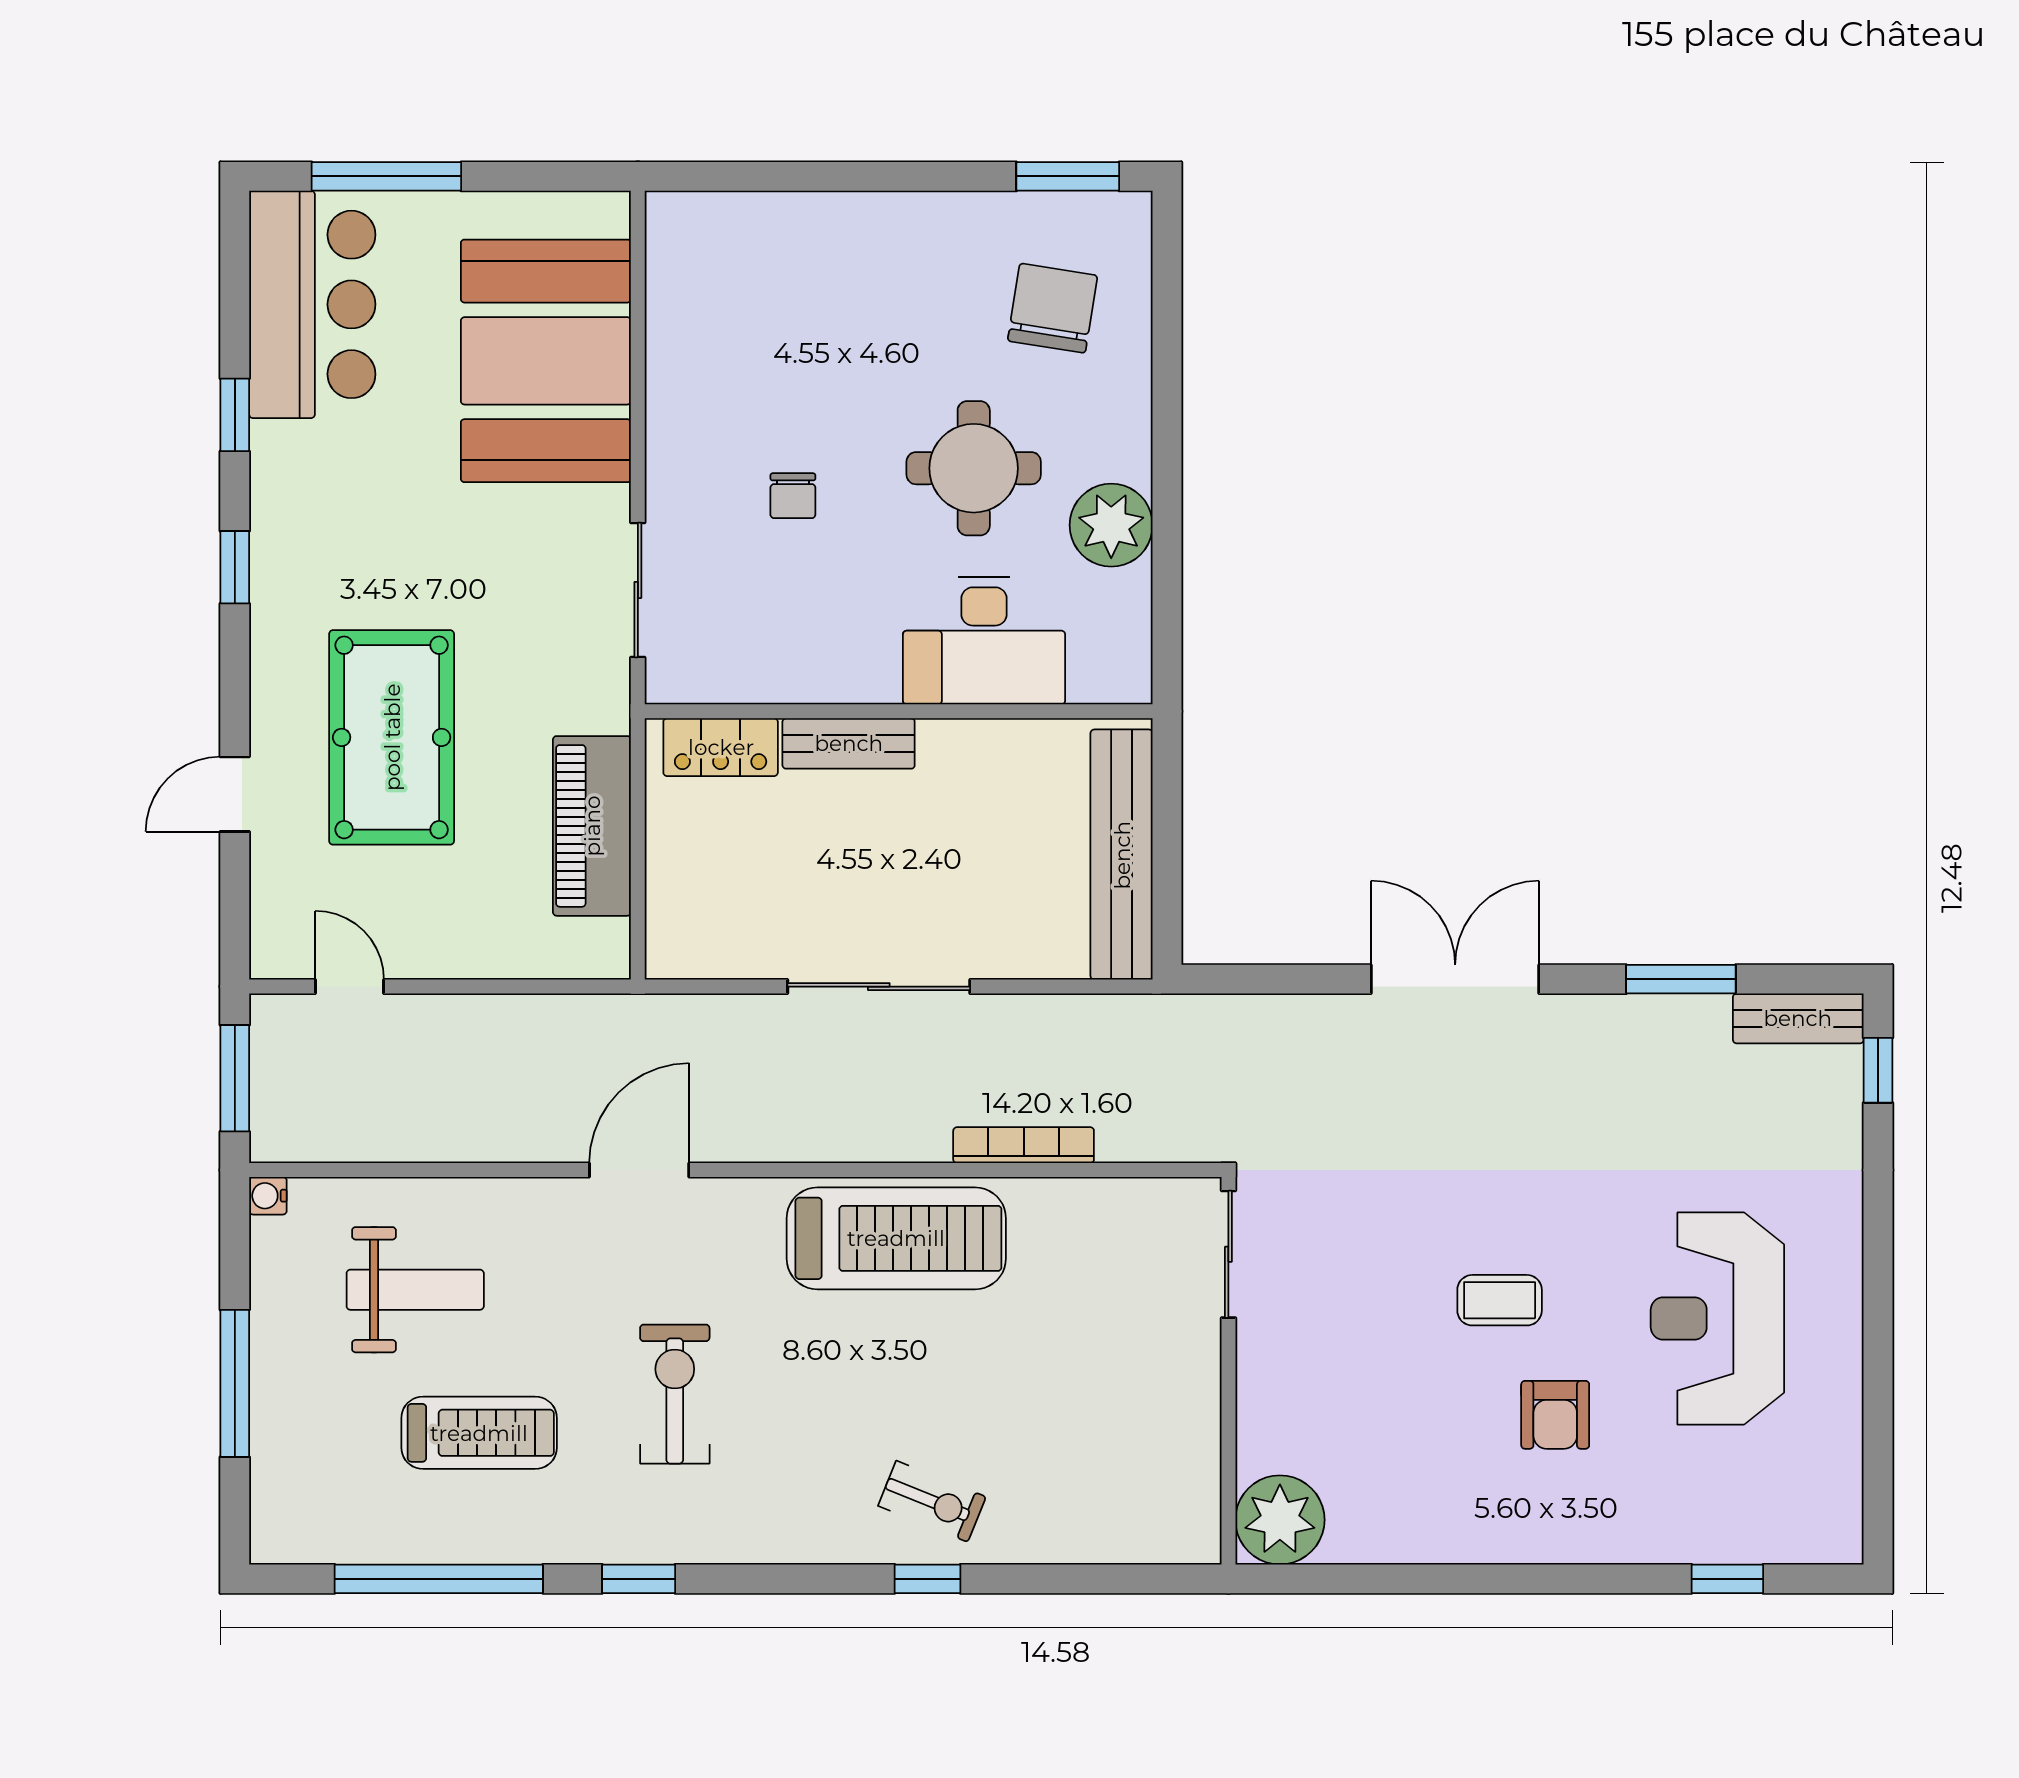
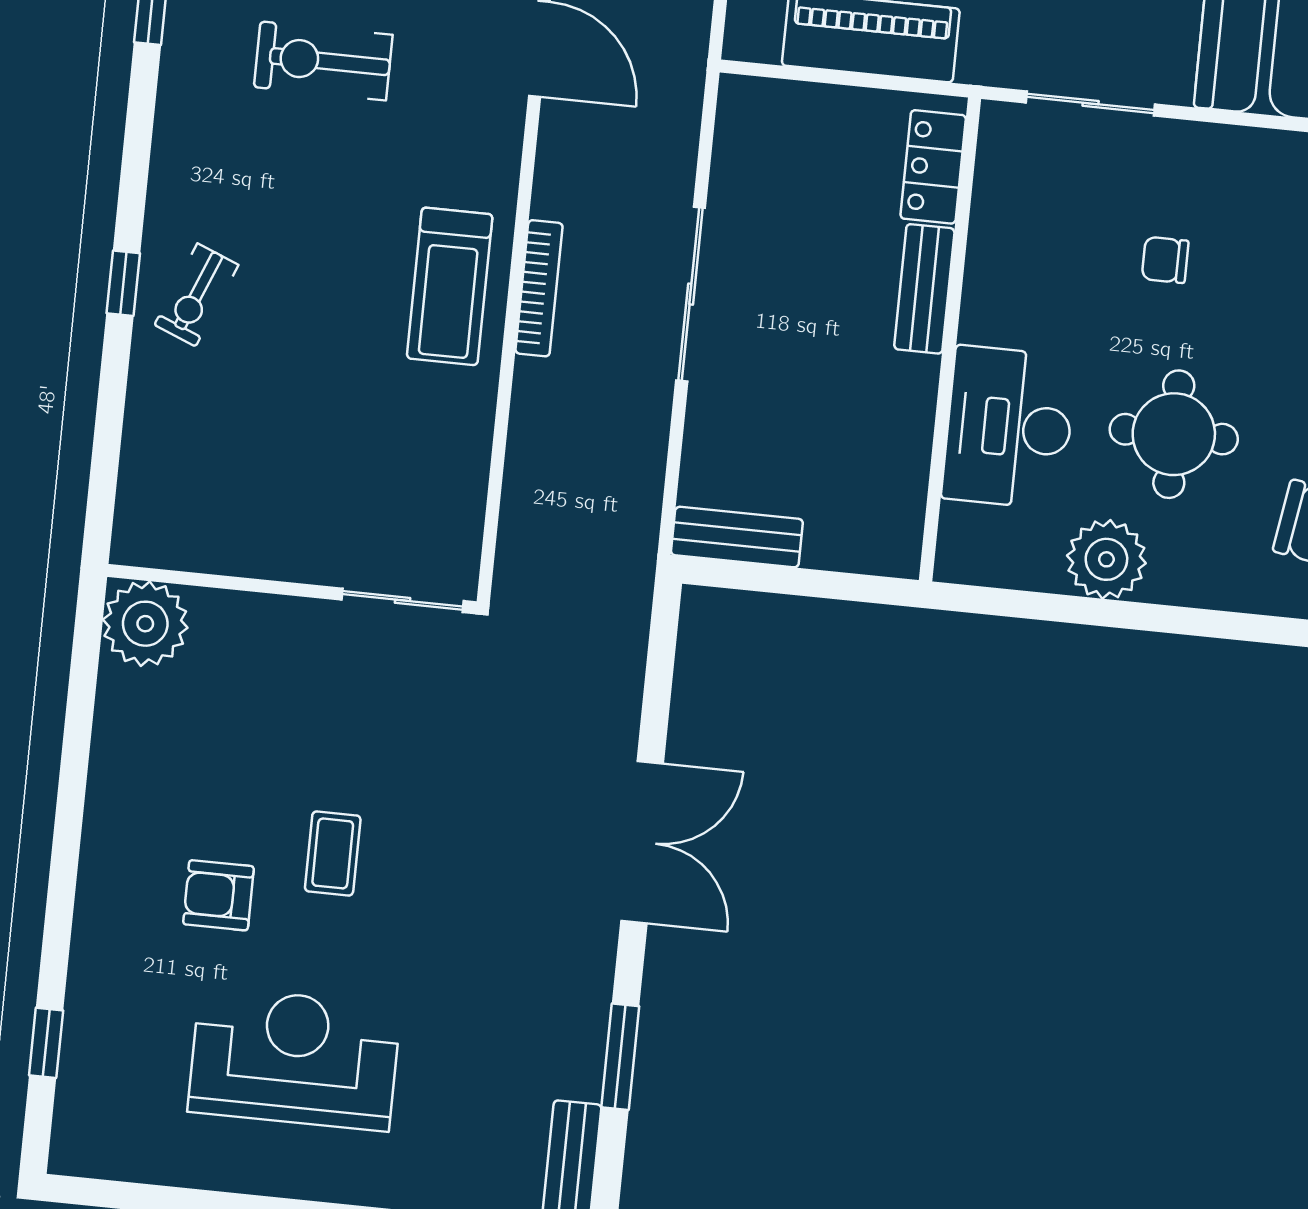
bench: (1122, 855) -> (737, 537), width x0.54, depth x0.82
bookcase: (1024, 1145) -> (539, 288), moved
treadmill: (896, 1238) -> (450, 286), width x0.73, depth x0.73
exercise bike: (675, 1394) -> (323, 61), turned 180

